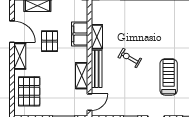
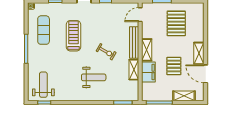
weight bench: (145, 28) -> (94, 77), added
shelving: (82, 76) -> (147, 50), moved
treadmill: (169, 77) -> (74, 36), turned 180
pallet: (29, 91) -> (176, 23), moved

